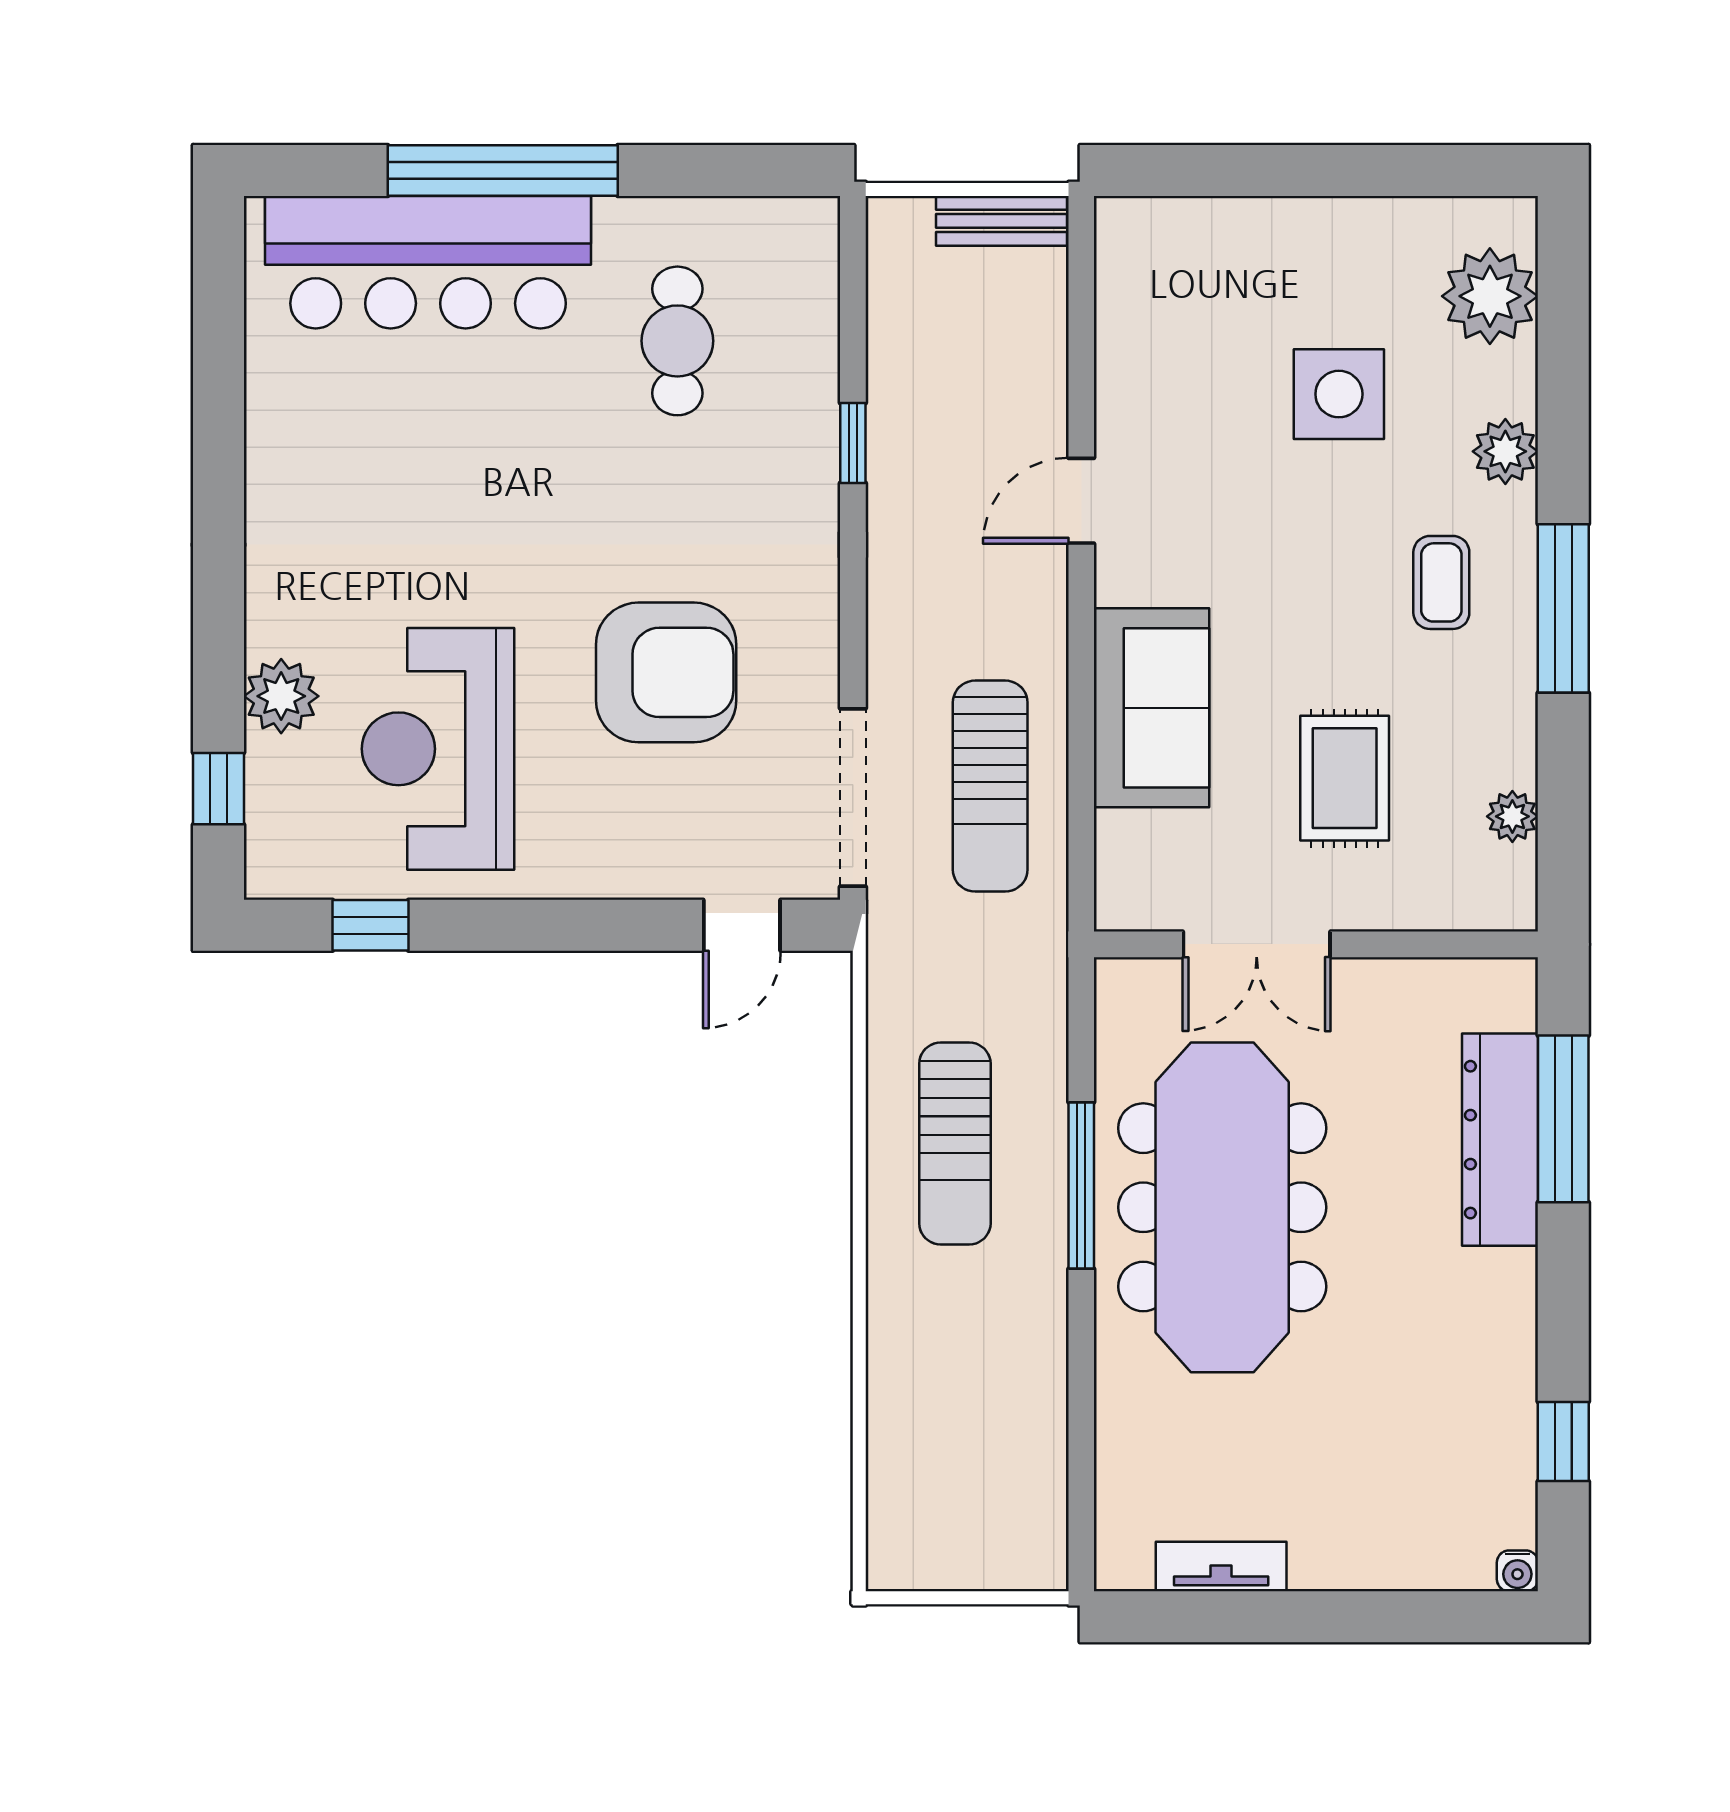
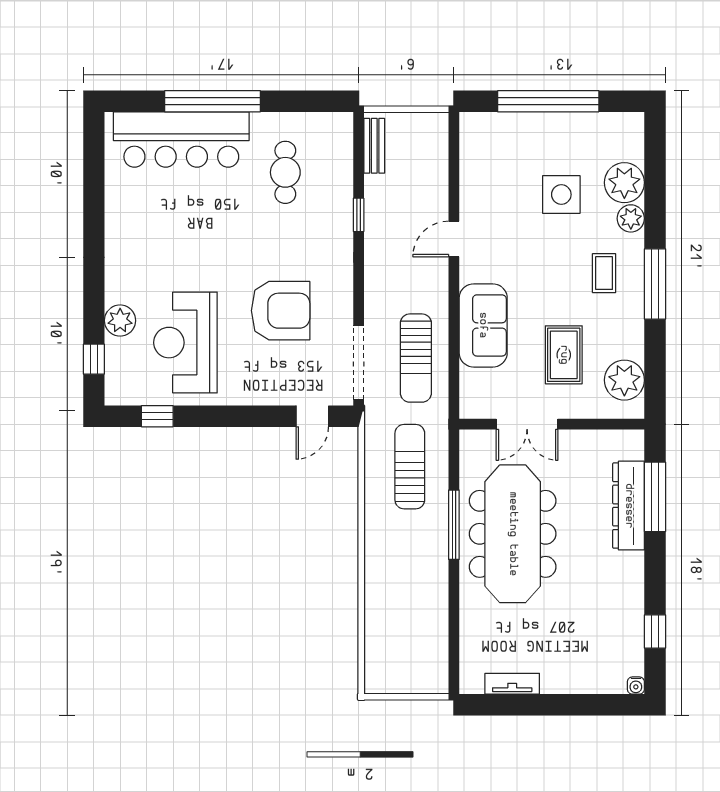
window: (1307, 170) -> (548, 101), added
bench: (1002, 221) -> (374, 146), moved, turned 90
plant: (1490, 296) -> (624, 183), moved
plant: (1512, 816) -> (624, 380), width x1.87, depth x1.87
sun lounger: (955, 1144) -> (410, 467), moved, turned 180

